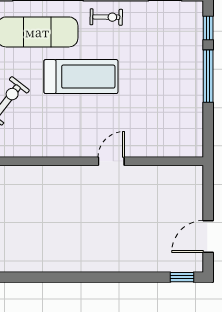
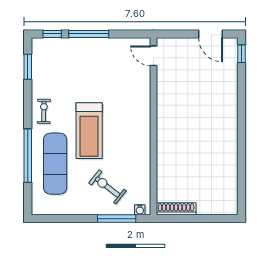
treadmill: (81, 77) -> (89, 131), turned 180
door: (111, 161) -> (153, 56), moved

